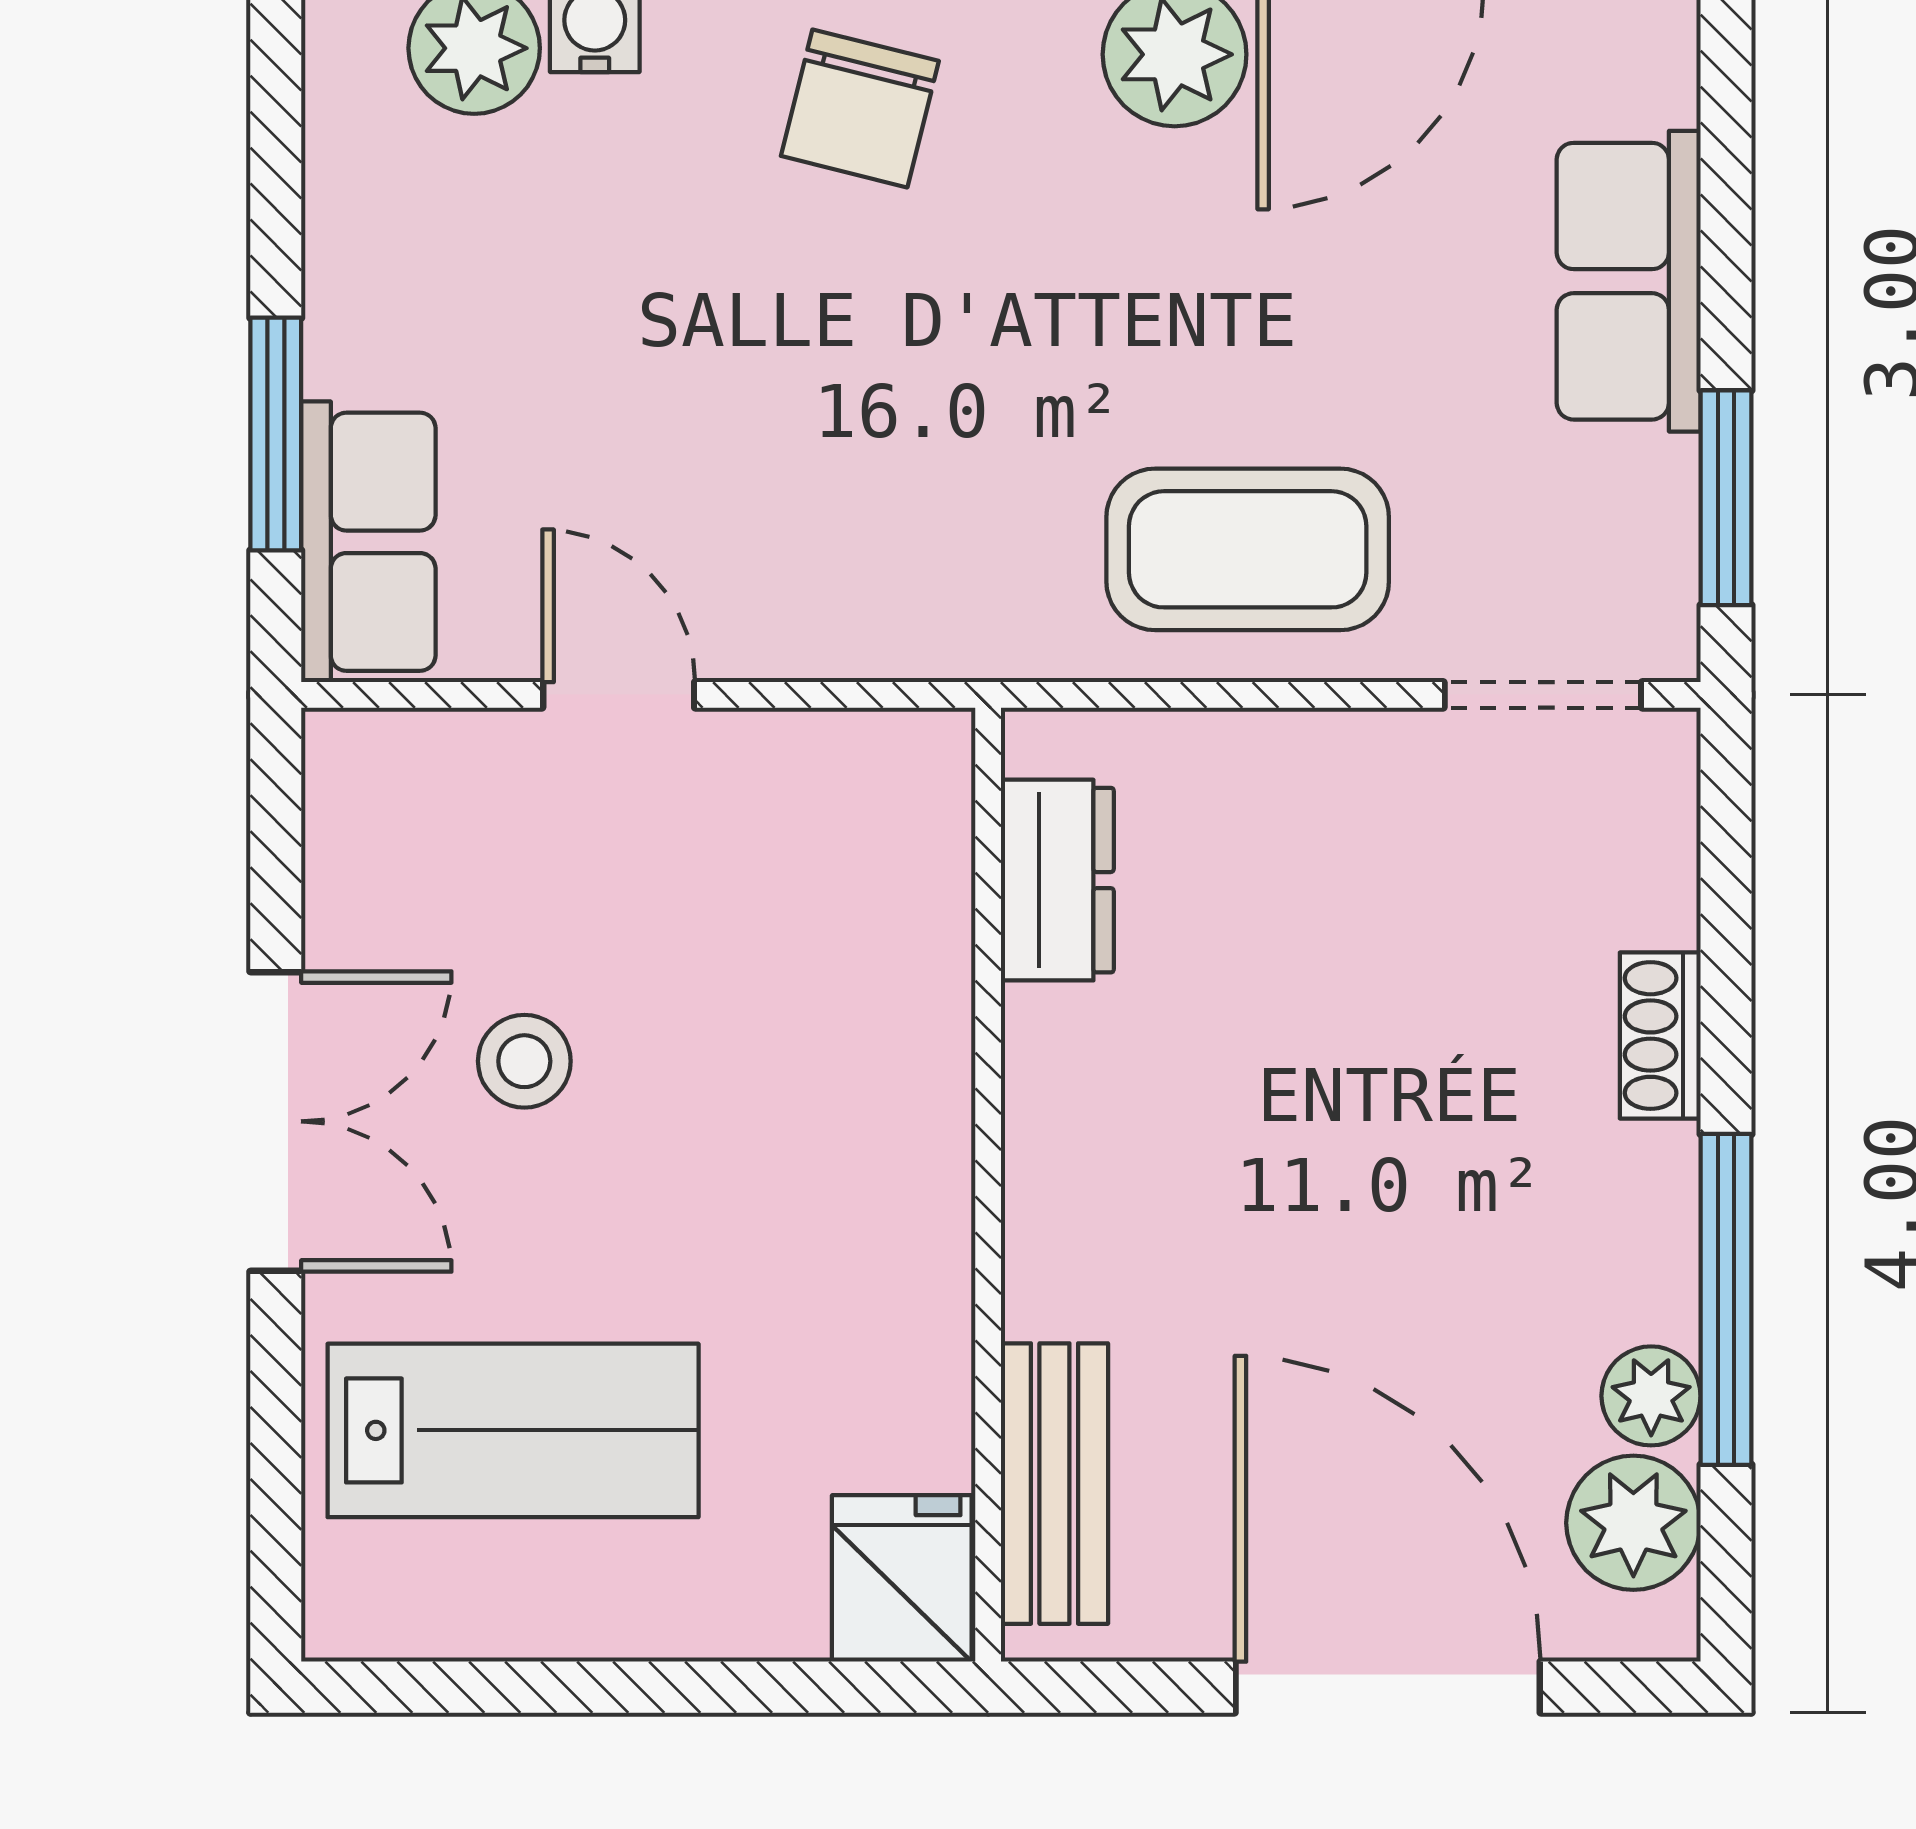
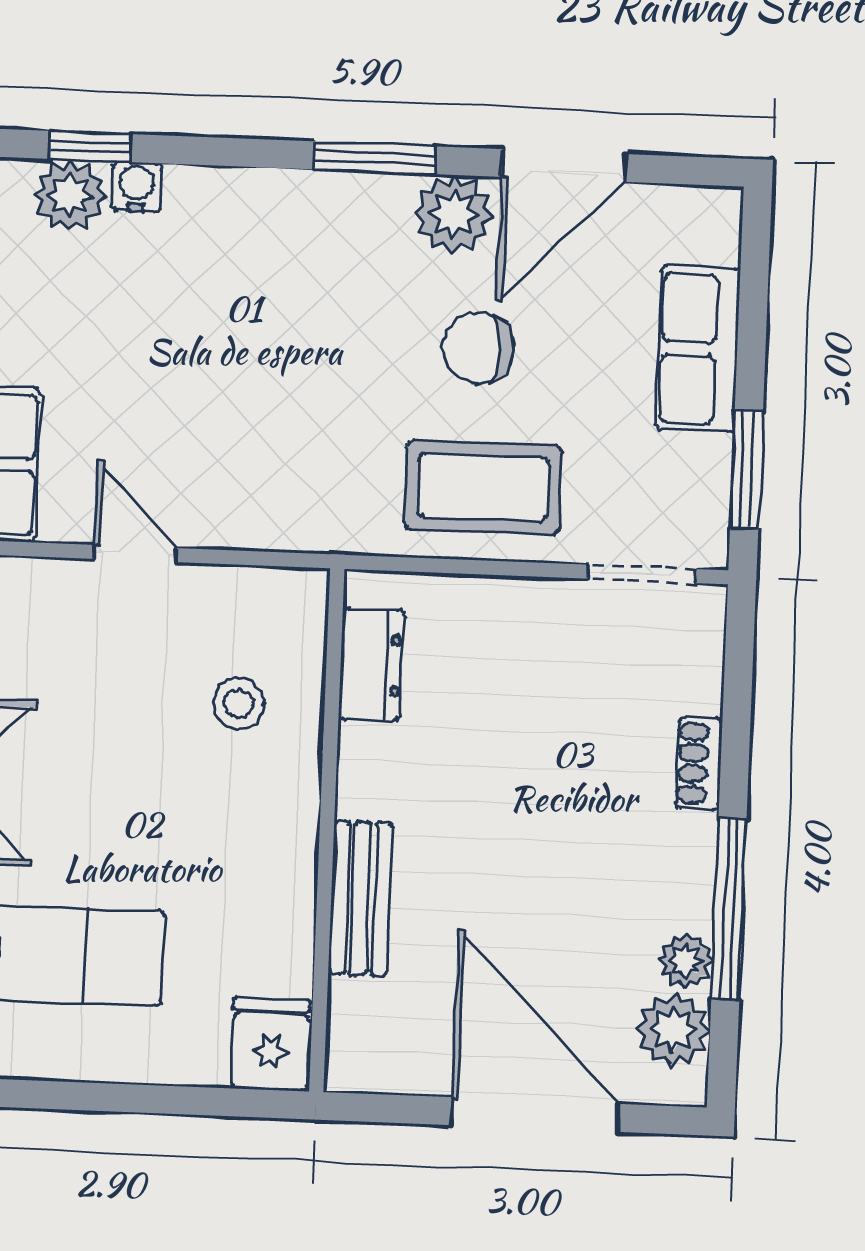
chair: (860, 108) -> (478, 348), moved, turned 76
stool: (524, 1061) -> (239, 703), moved
bench: (1054, 1484) -> (360, 898), moved

